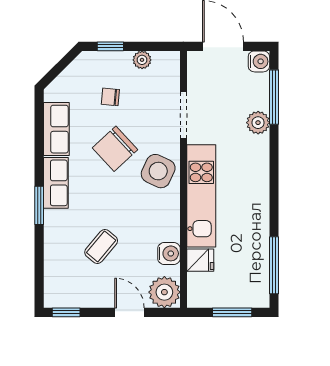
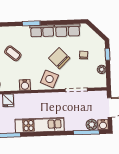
plant: (258, 123) -> (92, 125), moved
kitchen unit: (201, 196) -> (40, 125), moved, turned 180
water cooler: (169, 253) -> (25, 85), moved

